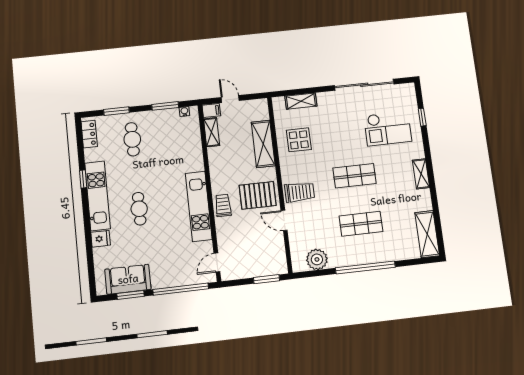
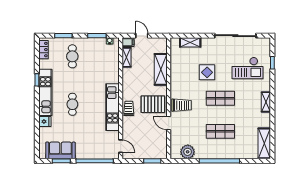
display table: (299, 140) -> (207, 72), moved
door: (217, 263) -> (121, 146), swing flipped

